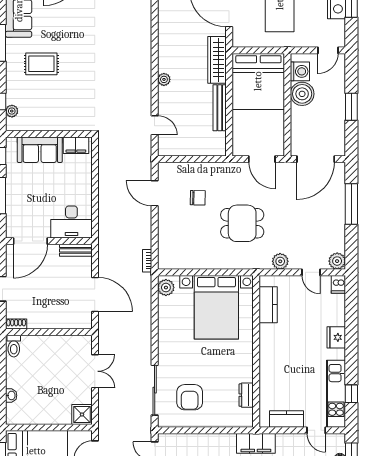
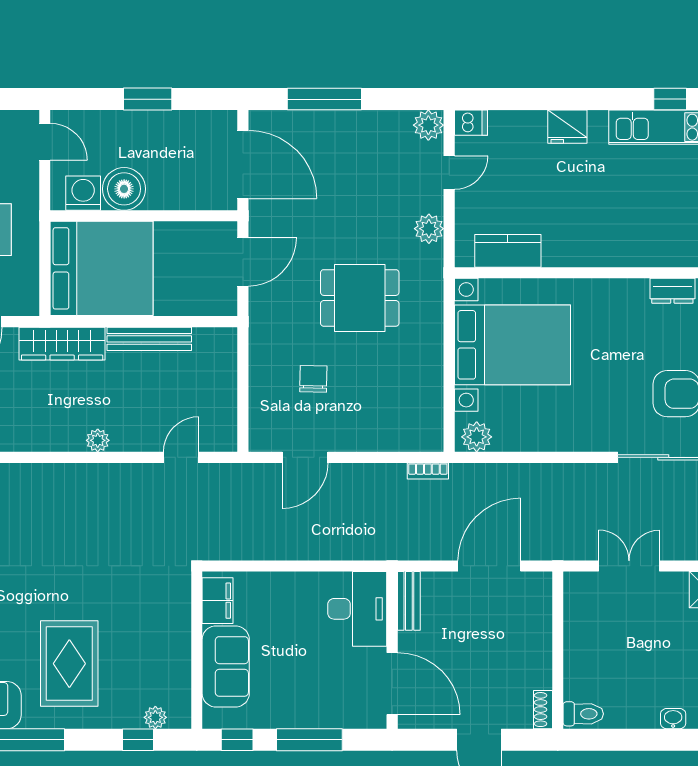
rug: (41, 64) -> (69, 664), width x1.36, depth x1.43
dining table: (242, 223) -> (360, 298), turned 90

